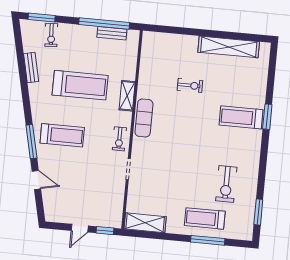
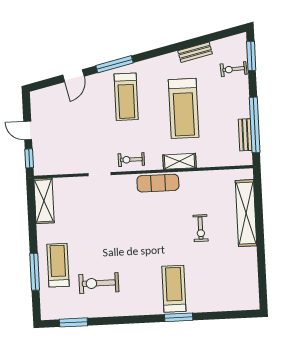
shelving: (229, 47) -> (246, 213), moved

